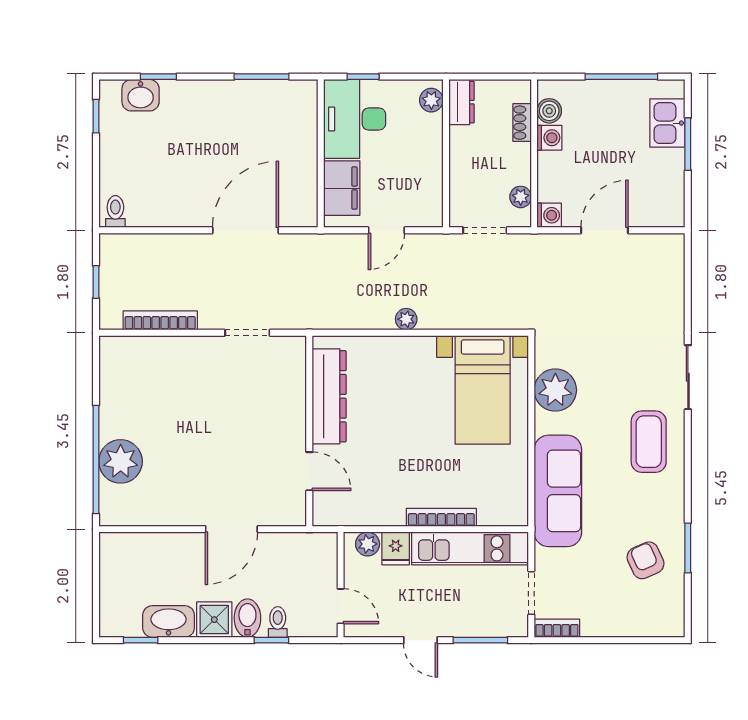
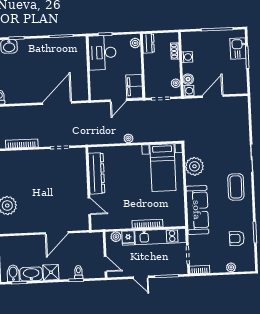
boiler: (549, 111) -> (188, 79), moved
filing cabinet: (342, 188) -> (134, 86), moved, turned 180
armchair: (645, 560) -> (237, 238), turned -66
bidet: (247, 618) -> (13, 273), moved
plant: (629, 626) -> (231, 267), added

